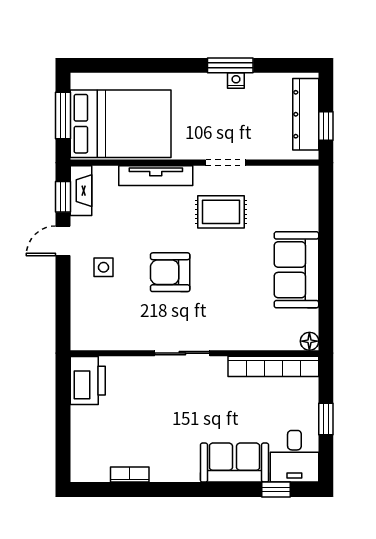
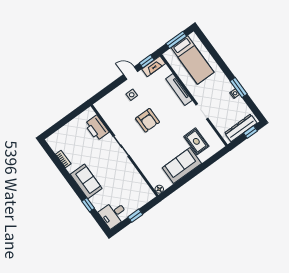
bed: (121, 124) -> (193, 60), width x0.67
window: (326, 126) -> (250, 132), moved
rug: (221, 212) -> (196, 141), moved
armchair: (170, 272) -> (148, 120), turned 180
bookcase: (273, 366) -> (141, 183), removed
printer: (88, 381) -> (97, 128), moved, turned 90
sofa: (235, 463) -> (86, 181), moved
window: (276, 490) -> (88, 205), moved

